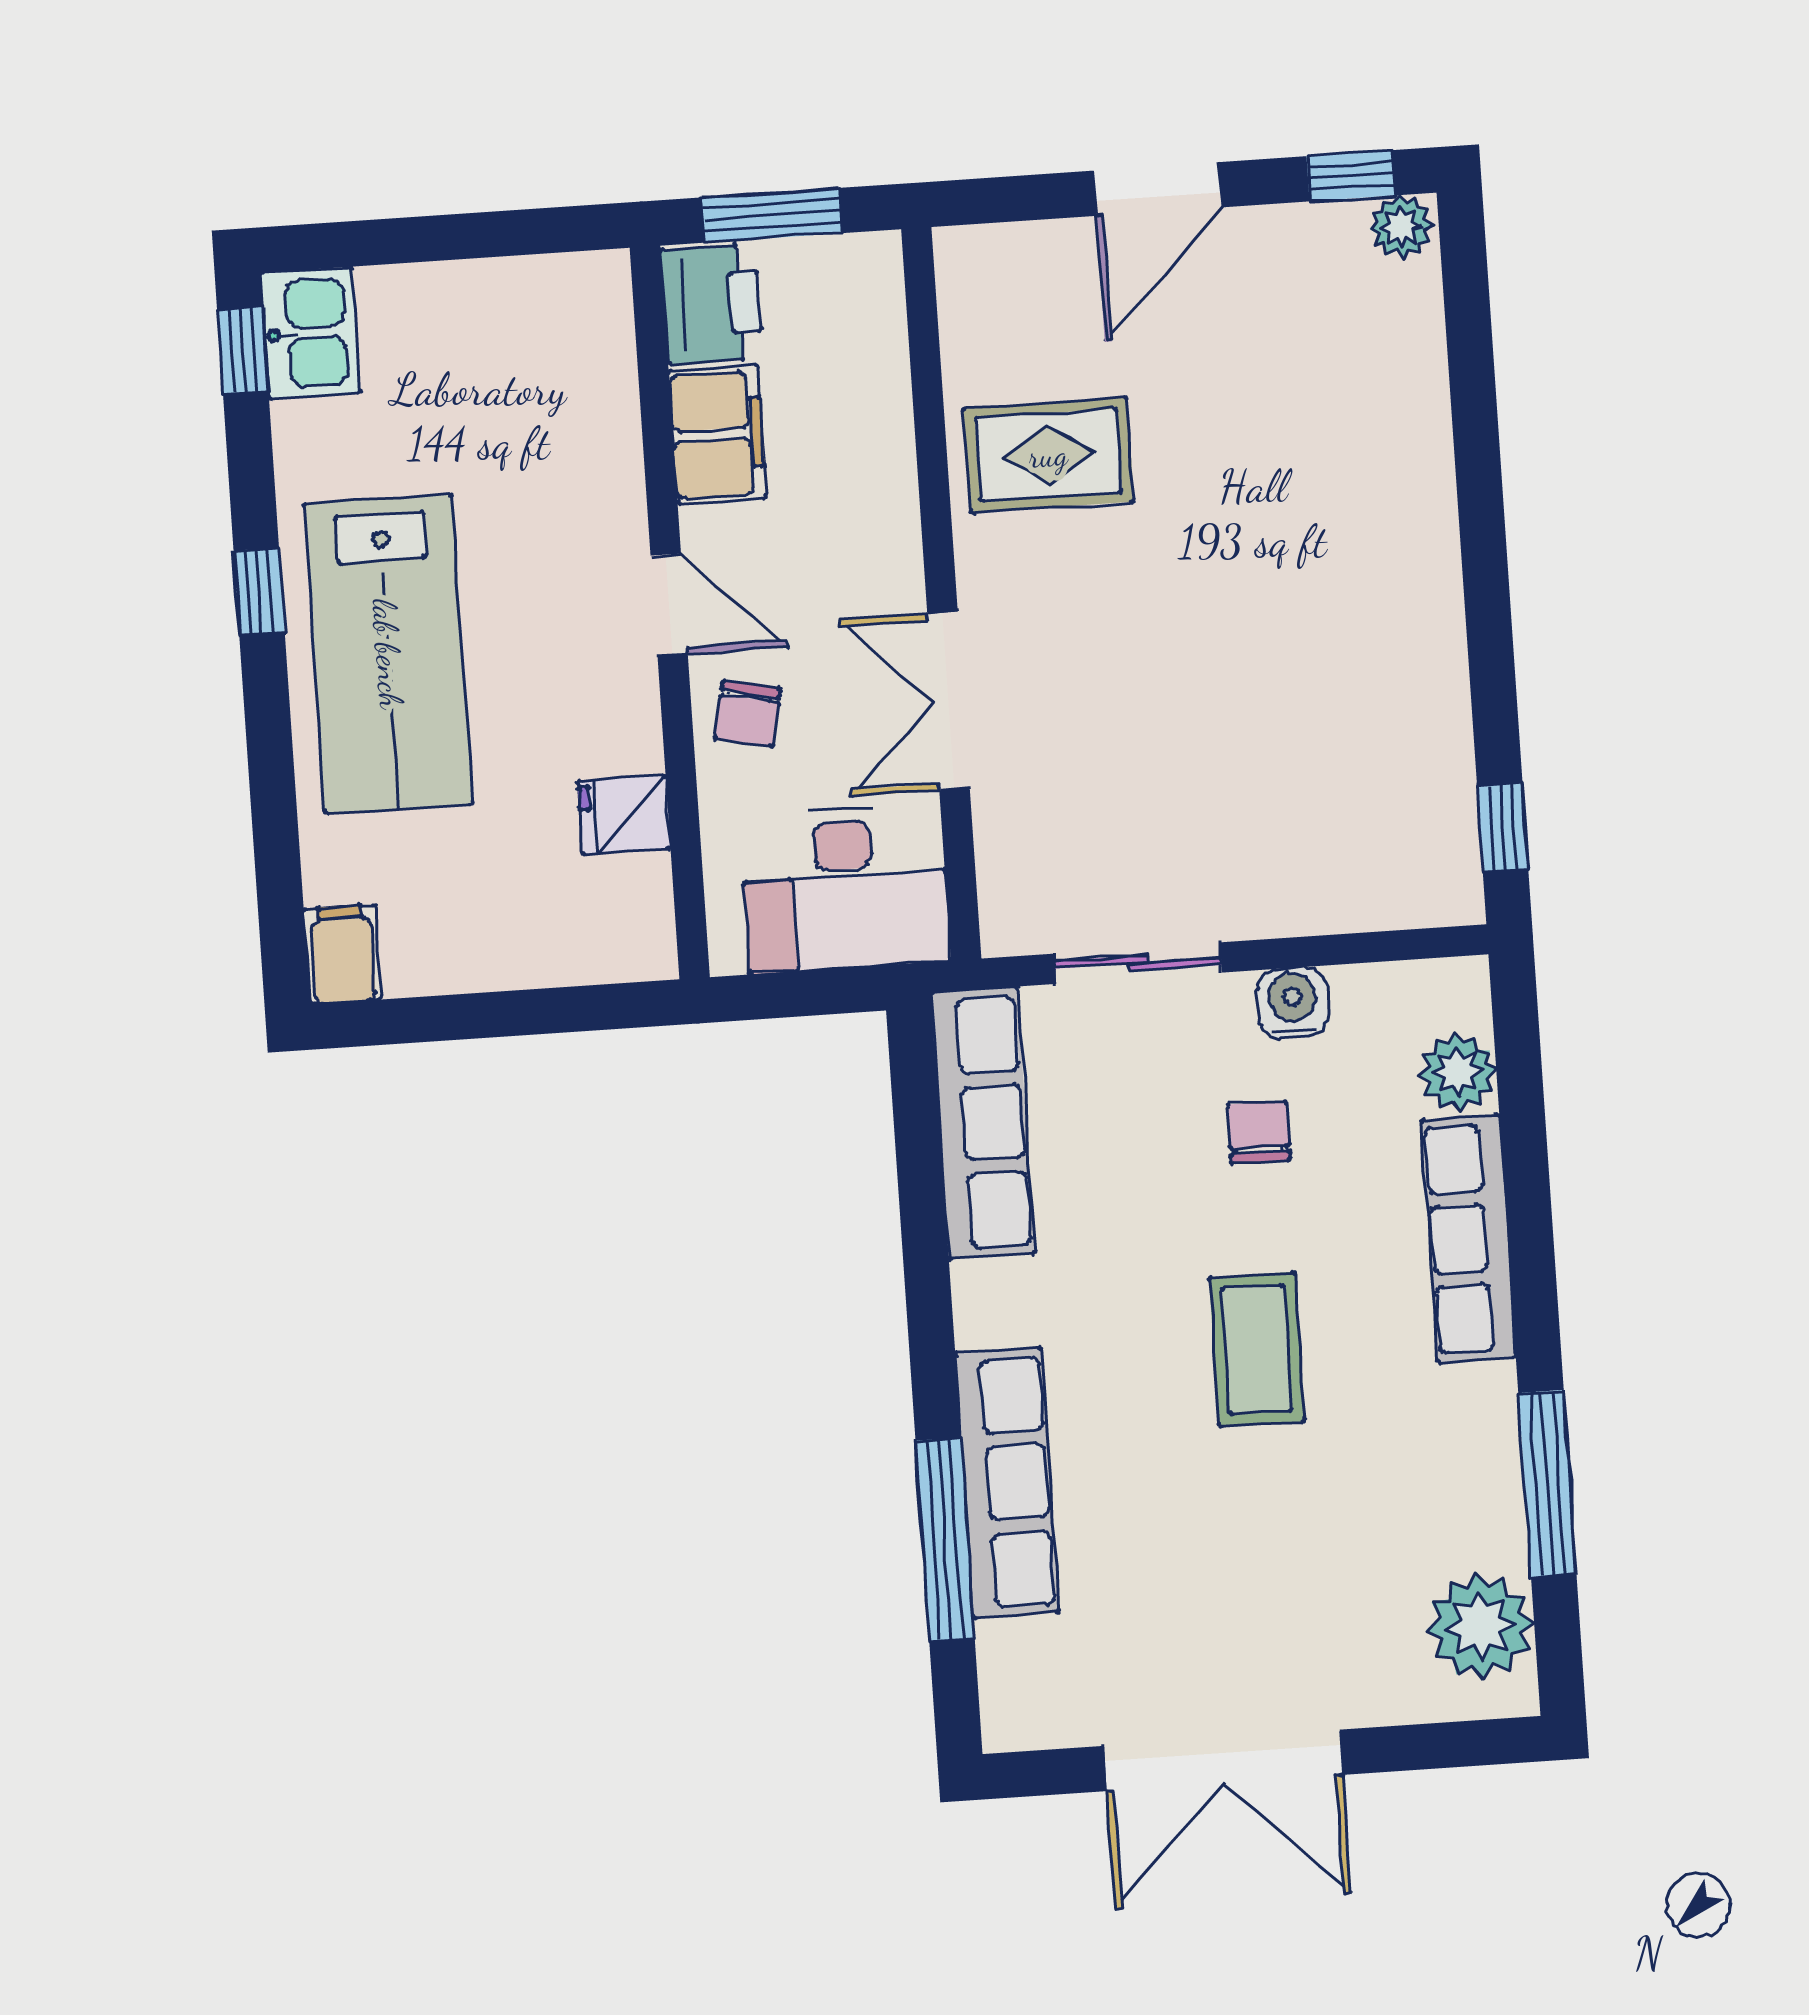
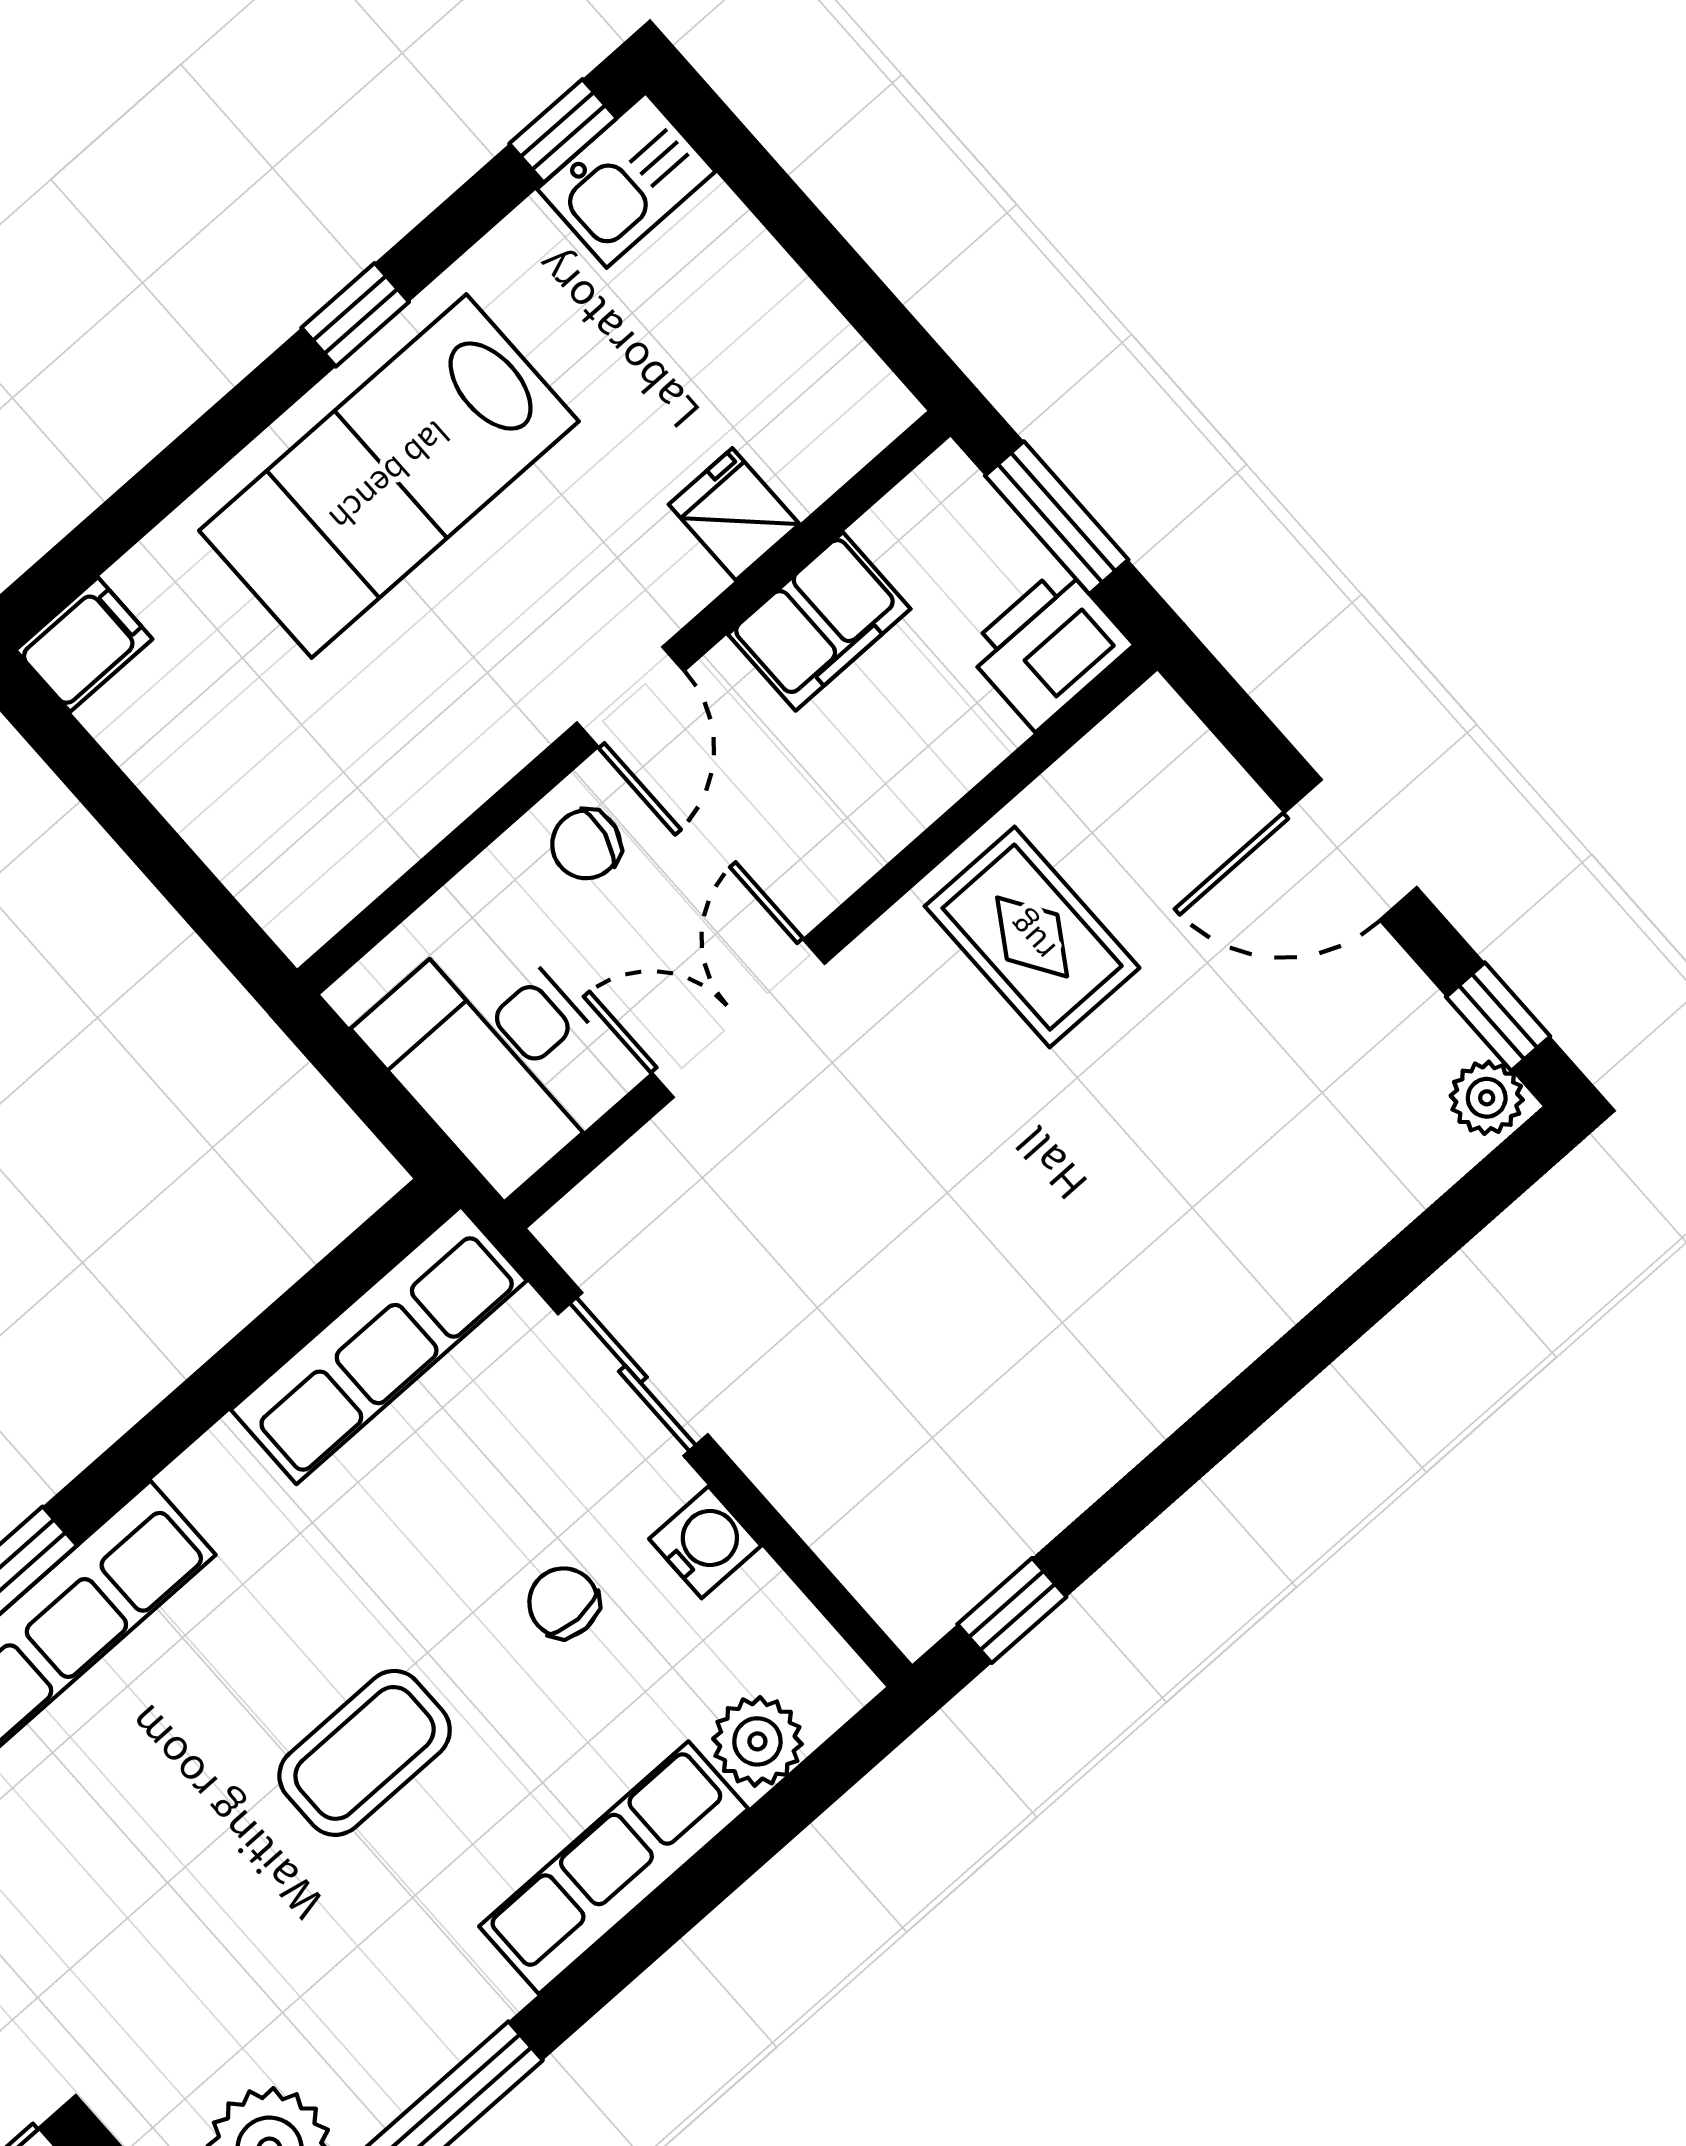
printer: (712, 304) -> (1049, 648), moved, turned 180
fridge: (624, 815) -> (734, 514), moved
chair: (1259, 1132) -> (564, 1603), turned -90

